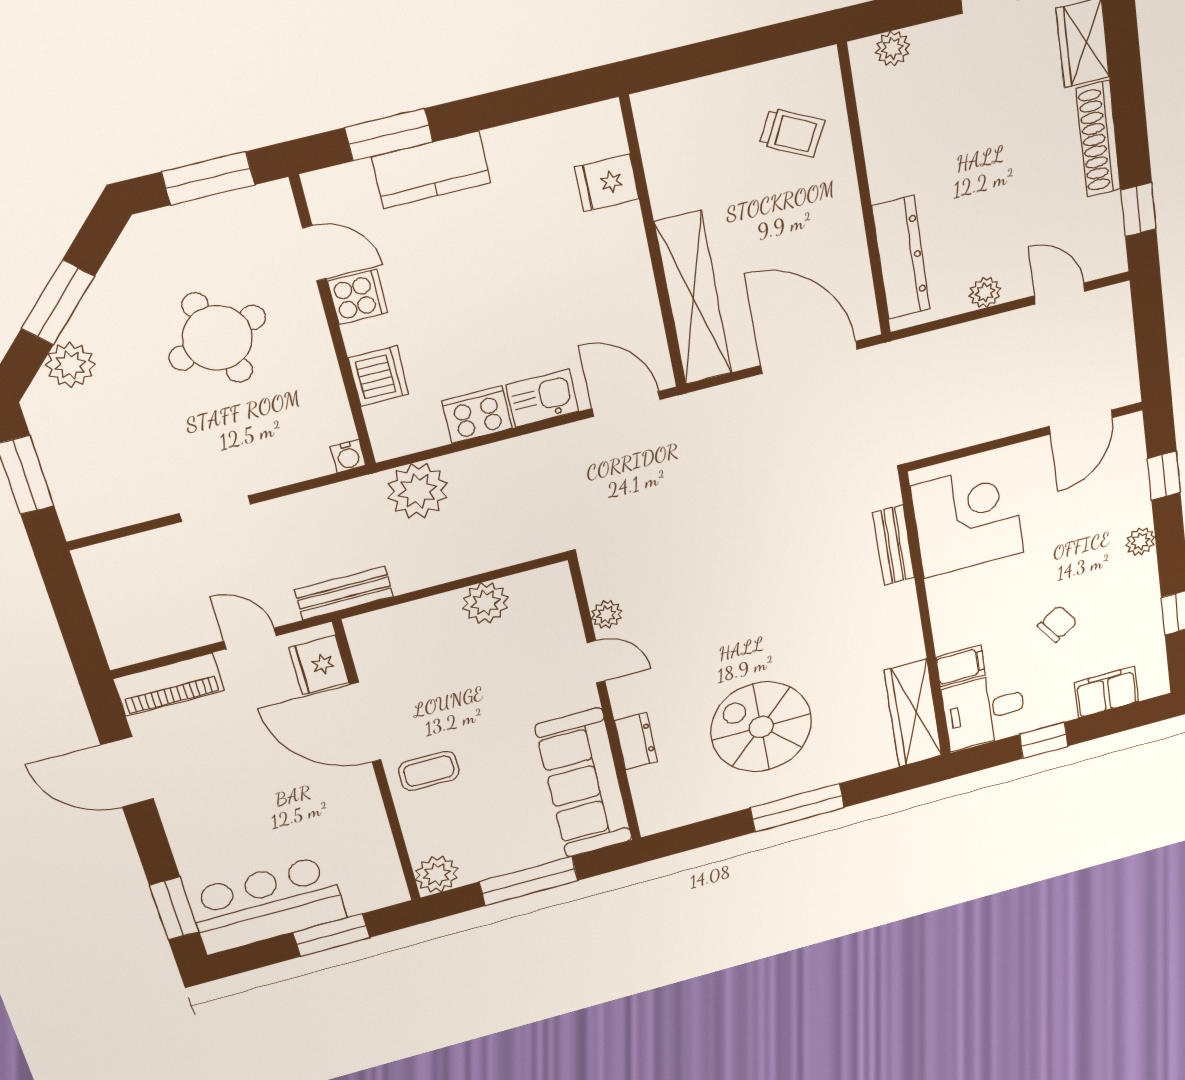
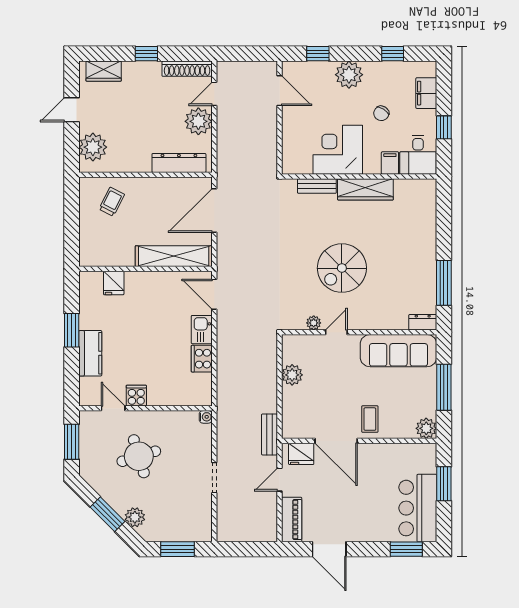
plant: (892, 48) -> (93, 147), width x1.88, depth x1.88
window: (389, 135) -> (72, 330), moved
shoe rack: (1098, 139) -> (187, 69), moved
window: (1138, 210) -> (146, 54), moved
door: (314, 253) -> (113, 408), hinge flipped
plant: (985, 292) -> (198, 121), width x1.87, depth x1.87
dishwasher: (379, 376) -> (173, 395), removed
door: (626, 404) -> (214, 294), hinge flipped
plant: (418, 491) -> (230, 392), removed
corner desk: (967, 519) -> (338, 150), moved
plant: (1140, 541) -> (349, 75), width x1.88, depth x1.88
chair: (1057, 624) -> (381, 113), turned -113
wardrobe: (913, 713) -> (365, 189), moved
door: (366, 722) -> (336, 441), hinge flipped
spiral stairs: (761, 727) -> (342, 268), moved
dresser: (636, 741) -> (423, 322), moved
door: (127, 772) -> (329, 549), hinge flipped
window: (797, 808) -> (444, 283), moved

